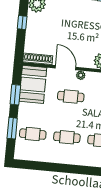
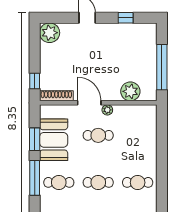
window: (22, 22) -> (35, 81), moved
booth: (33, 84) -> (54, 140), moved
window: (12, 128) -> (35, 178), width x1.44

